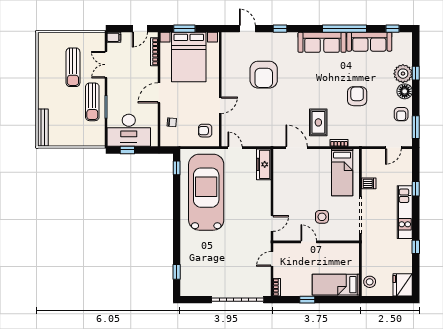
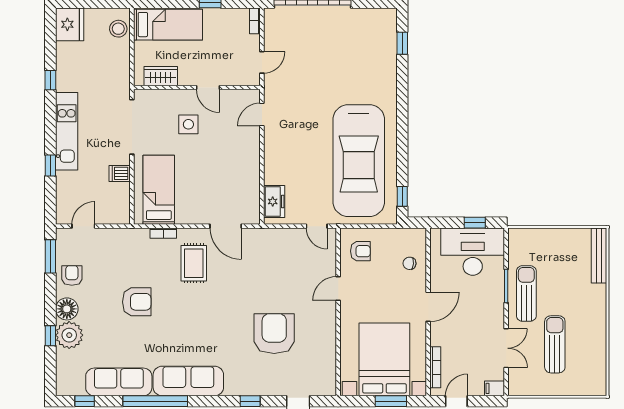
armchair: (357, 96) -> (137, 302), turned -90
freezer: (264, 164) -> (274, 201), width x0.71
wardrobe: (341, 250) -> (161, 76), added

